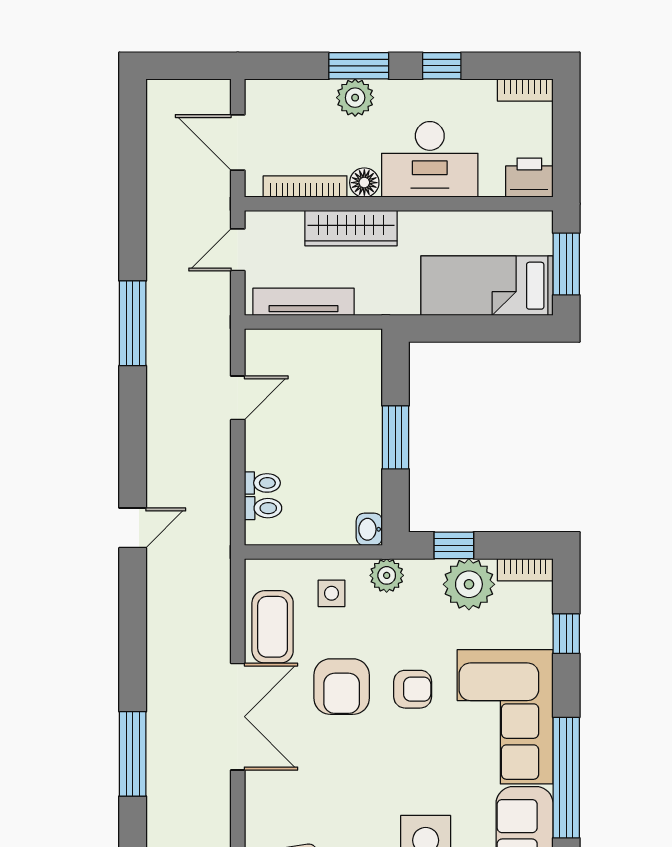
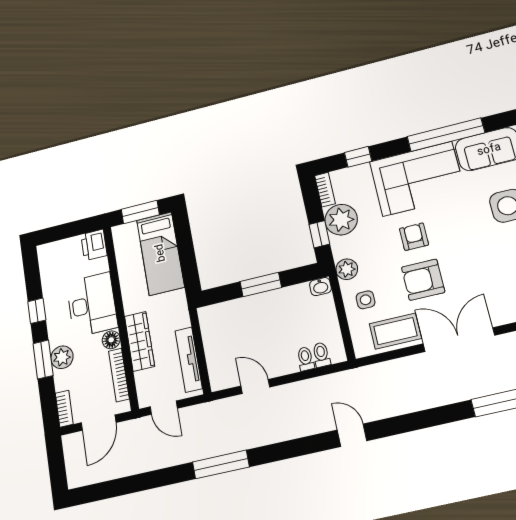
bookcase: (525, 90) -> (64, 409), moved
armchair: (342, 687) -> (423, 280), turned 180

